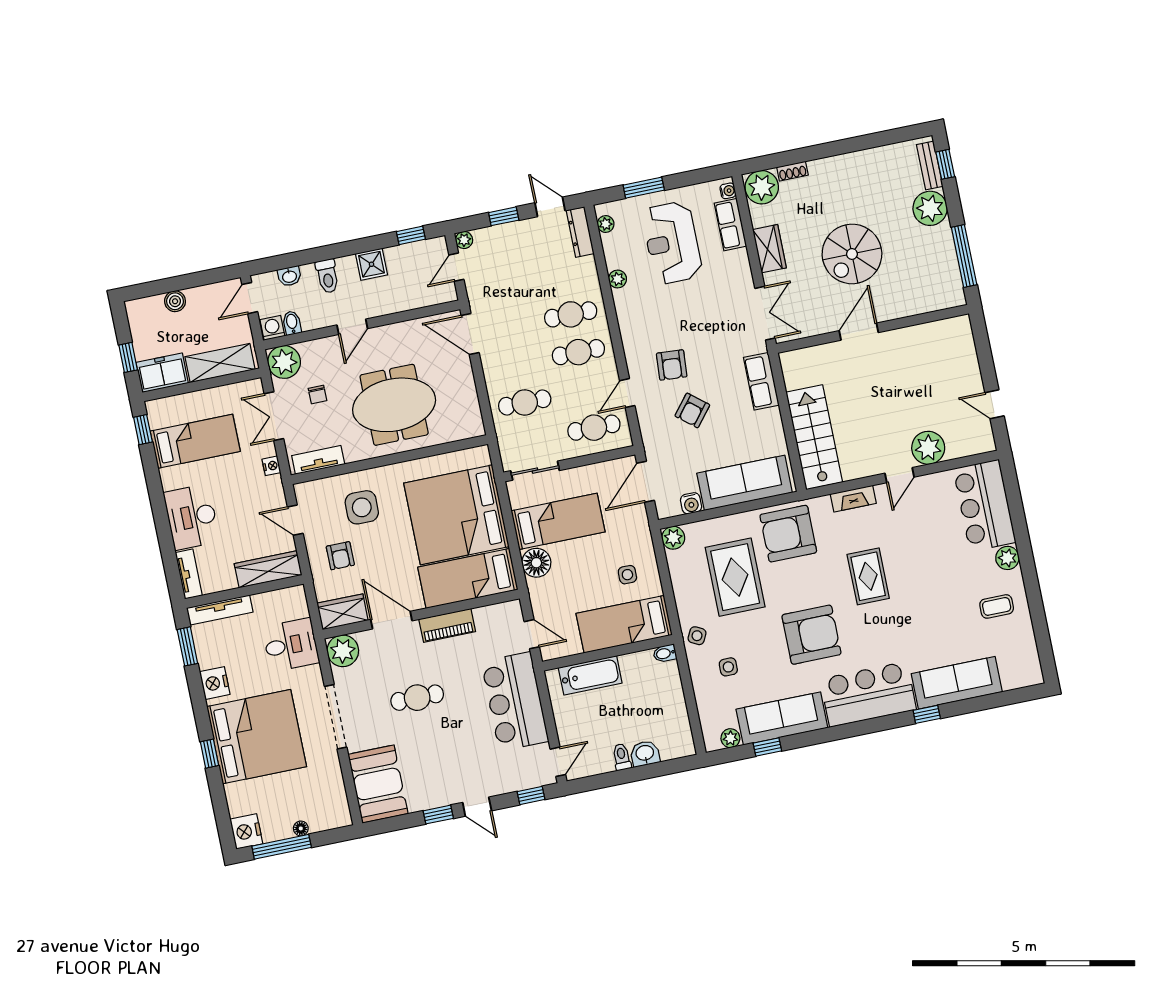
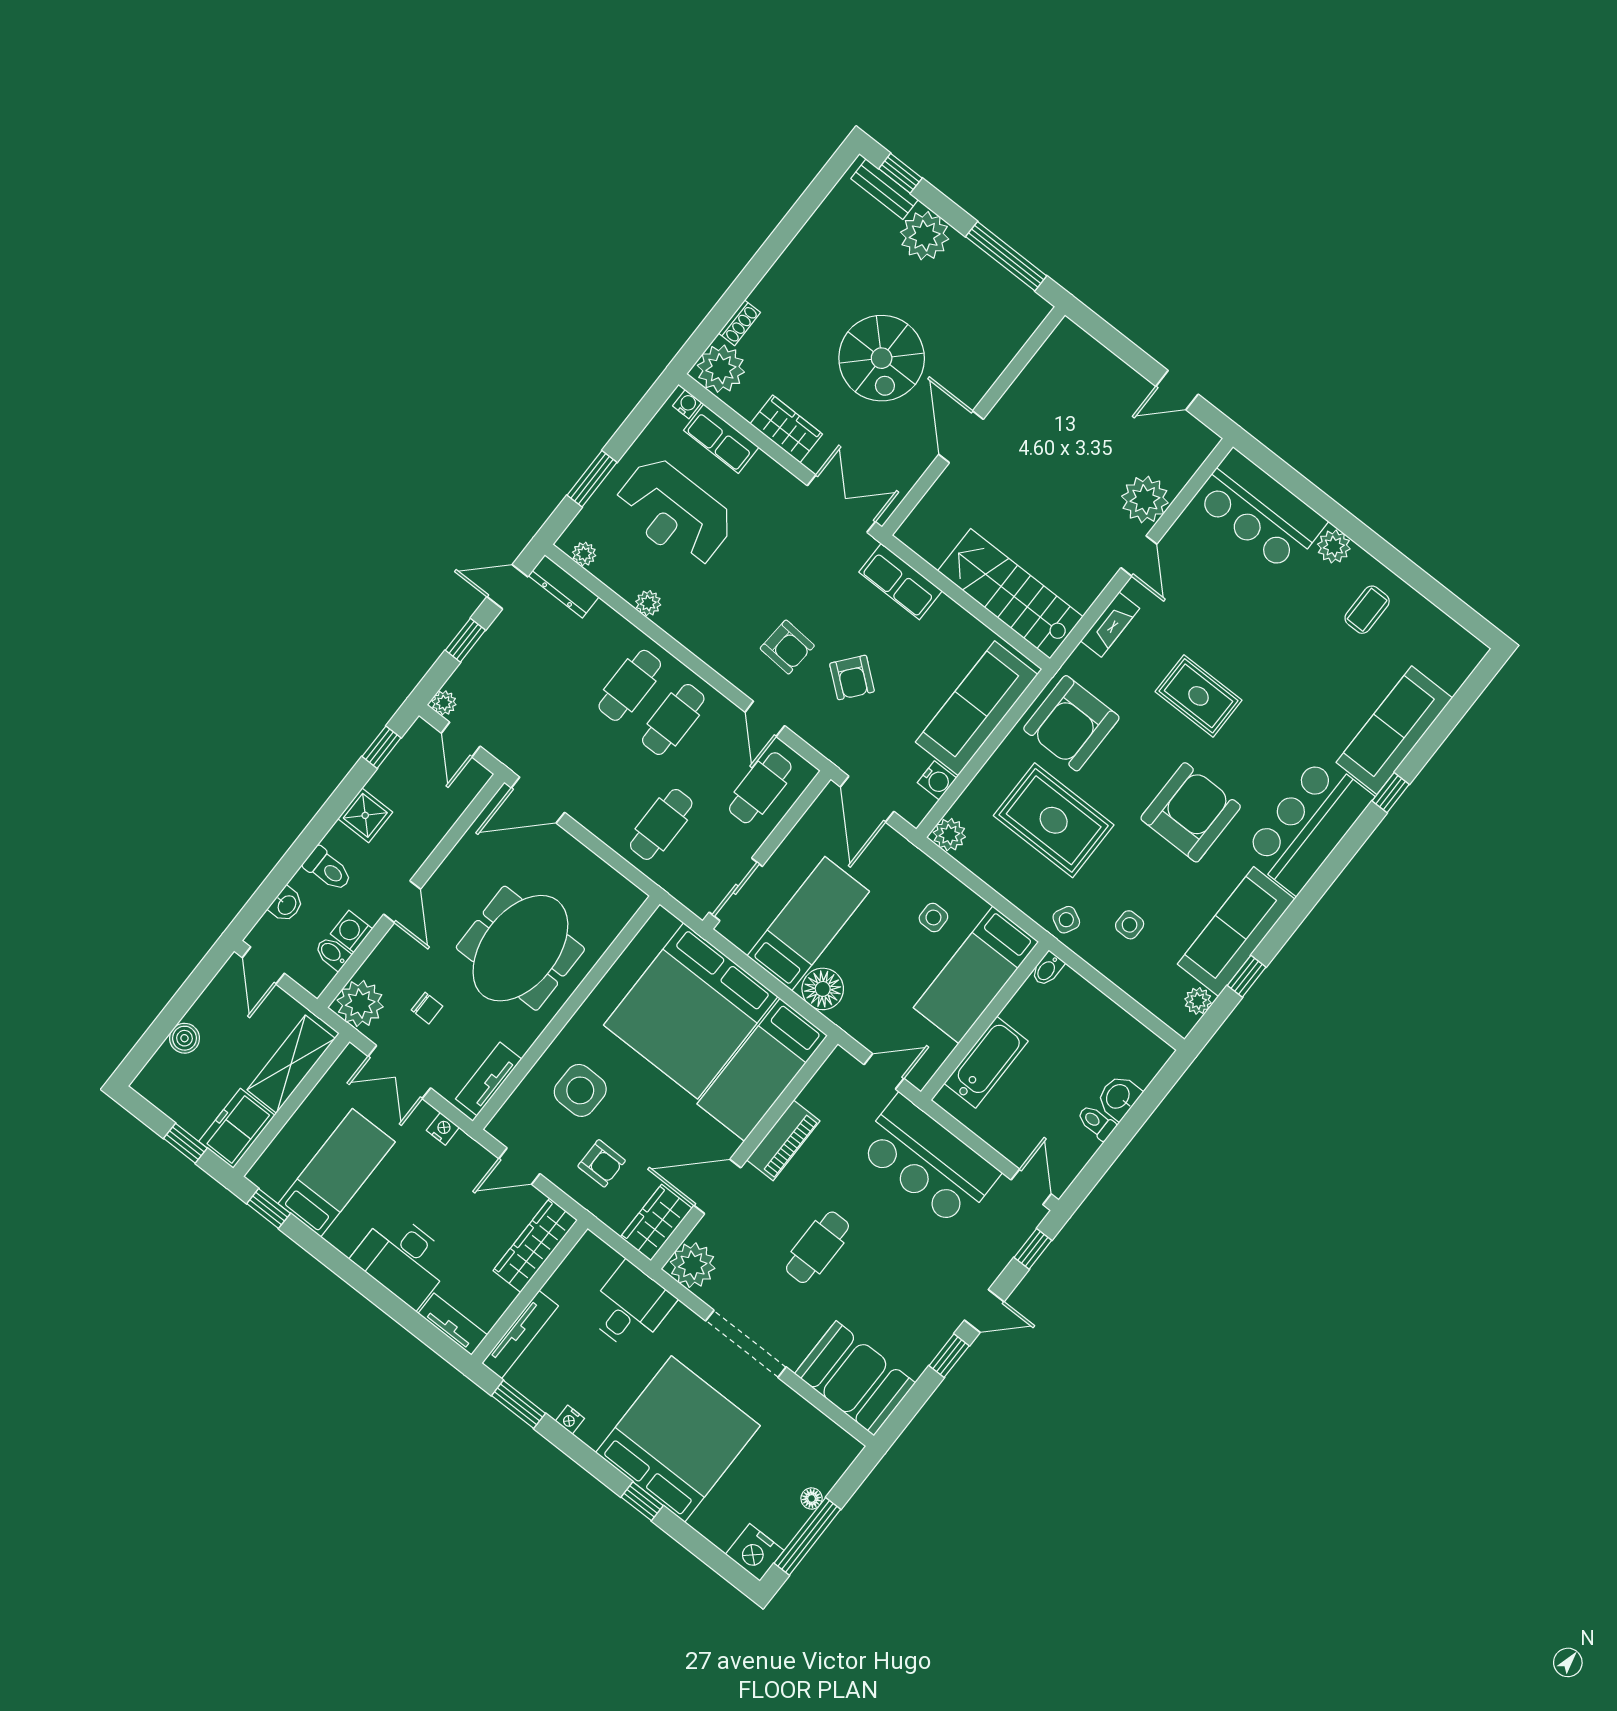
washing machine: (272, 328) -> (351, 931), moved
nightstand: (215, 683) -> (570, 1420), width x0.53, depth x0.56

